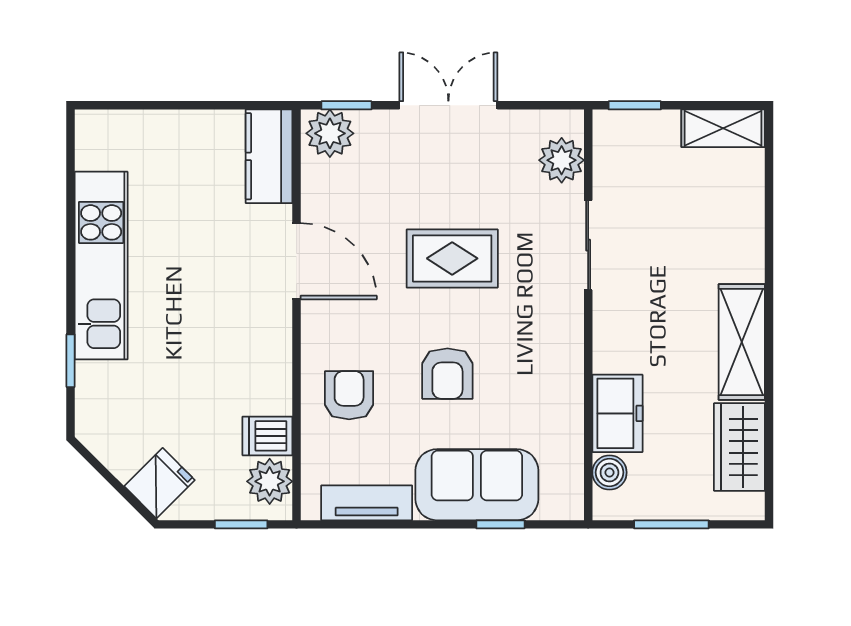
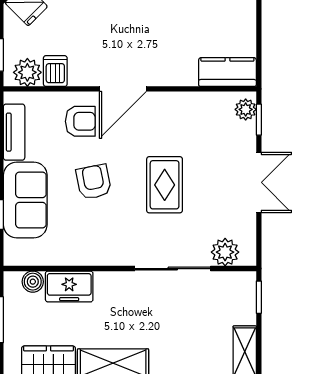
plant: (330, 133) -> (246, 109), width x0.73, depth x0.73
sliding door: (588, 245) -> (173, 269), width x1.37
door: (297, 261) -> (123, 89), moved
armchair: (447, 374) -> (94, 182), turned 79

